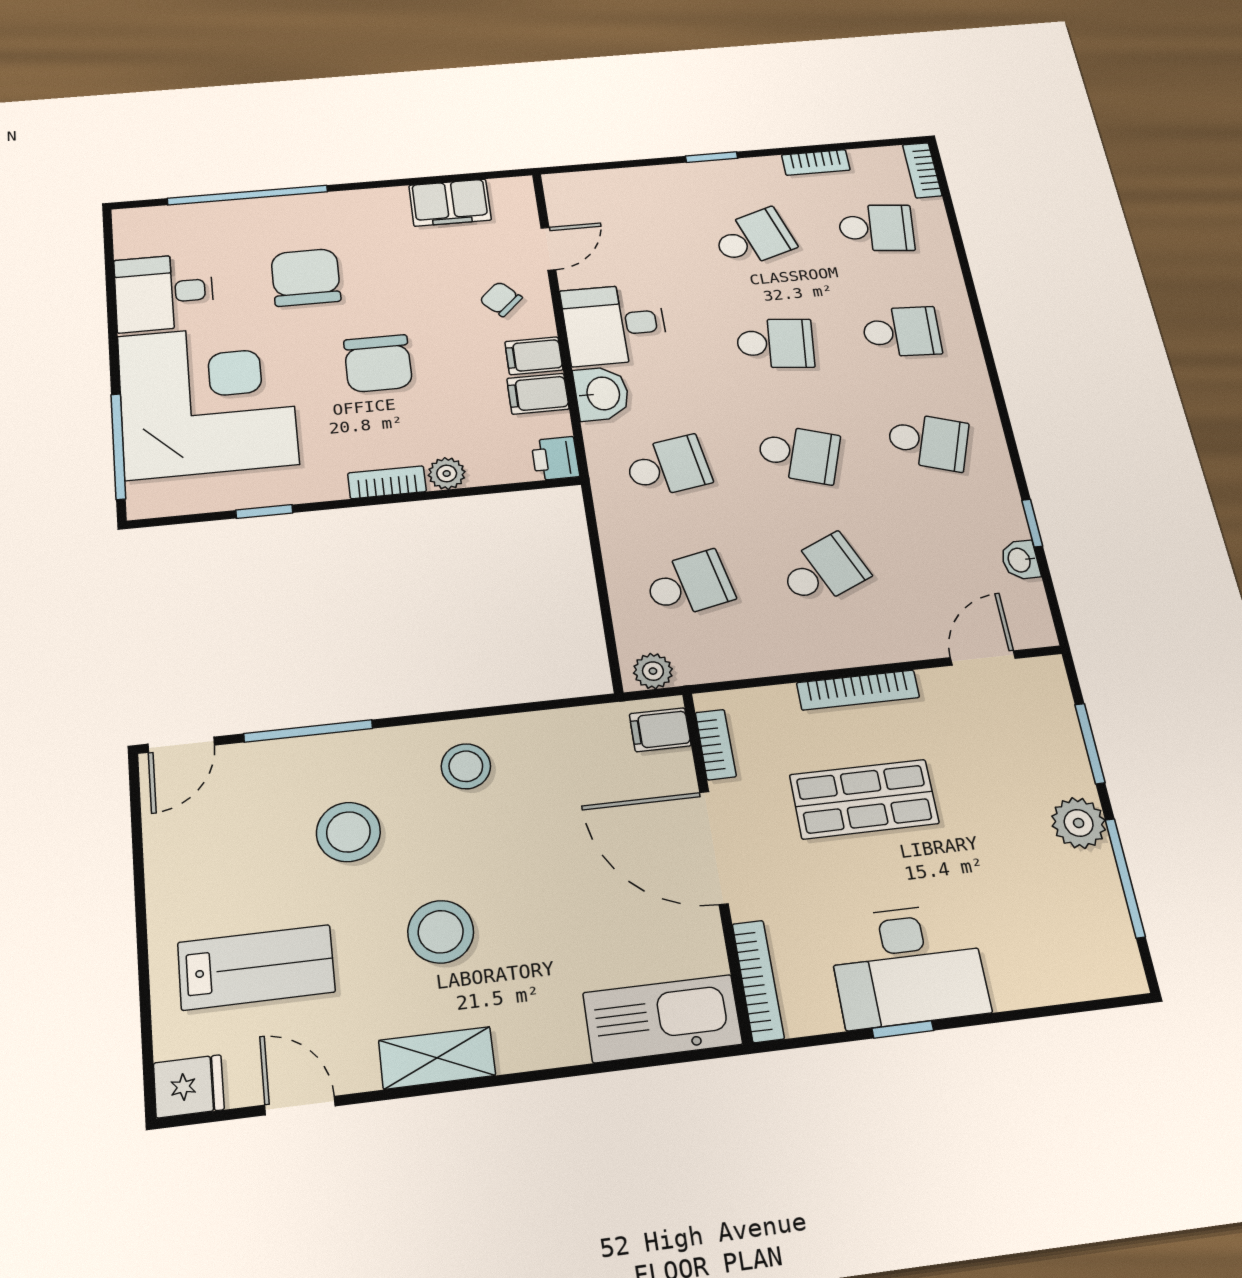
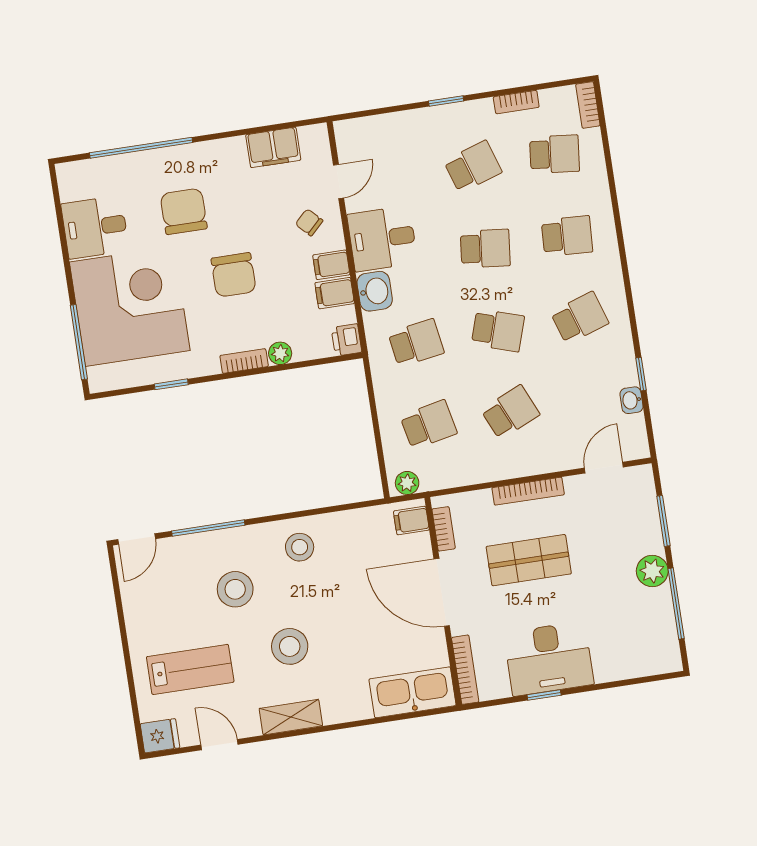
school desk: (928, 441) -> (580, 318), turned -36

